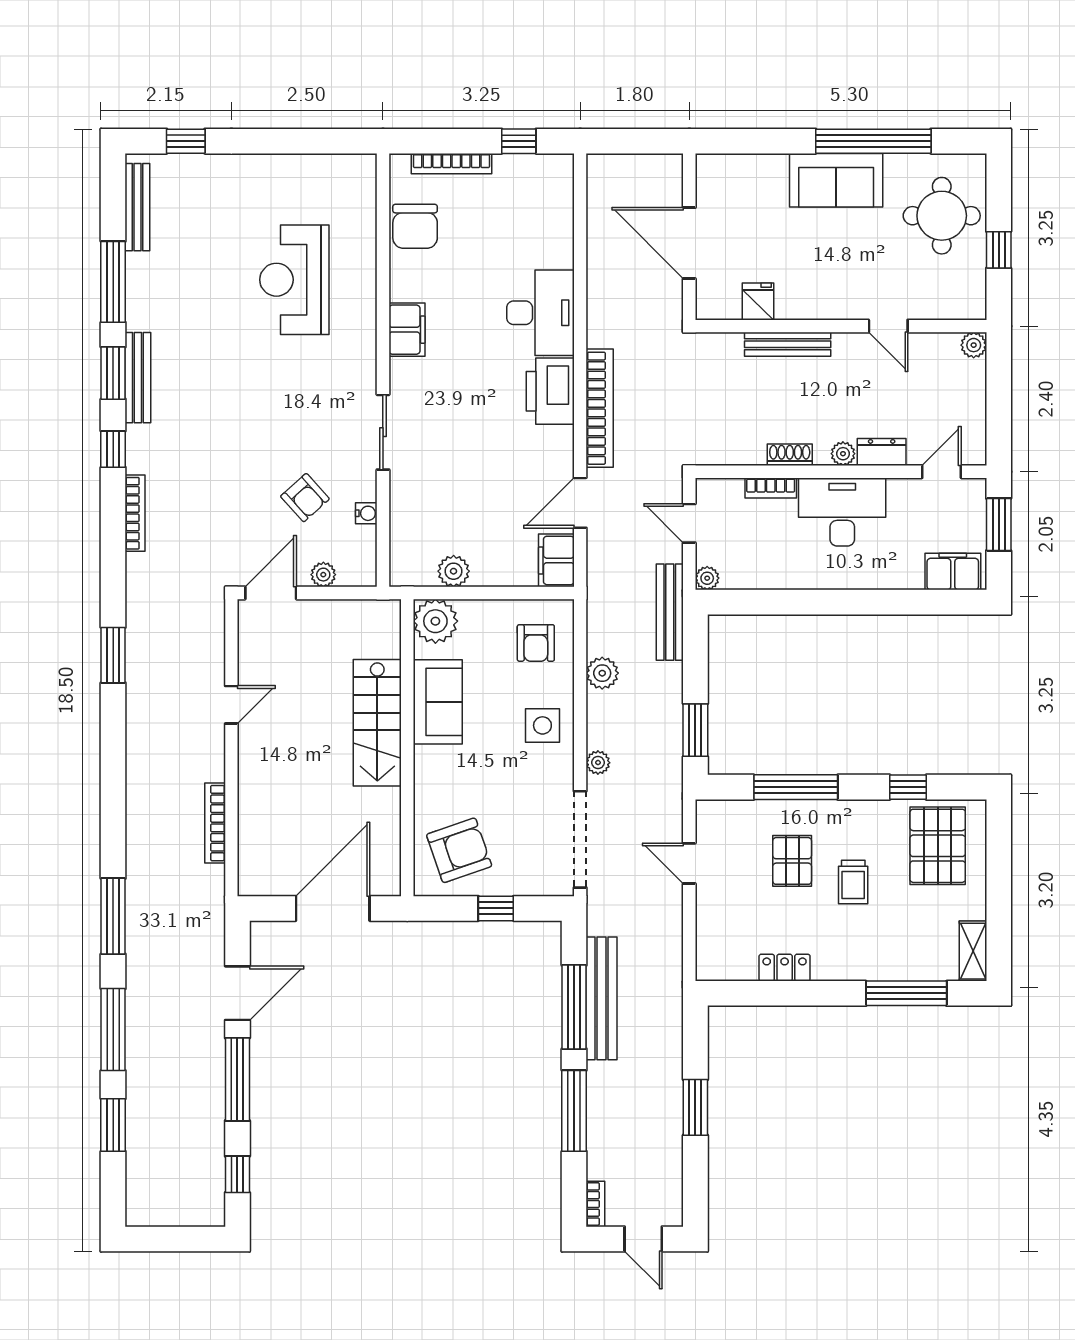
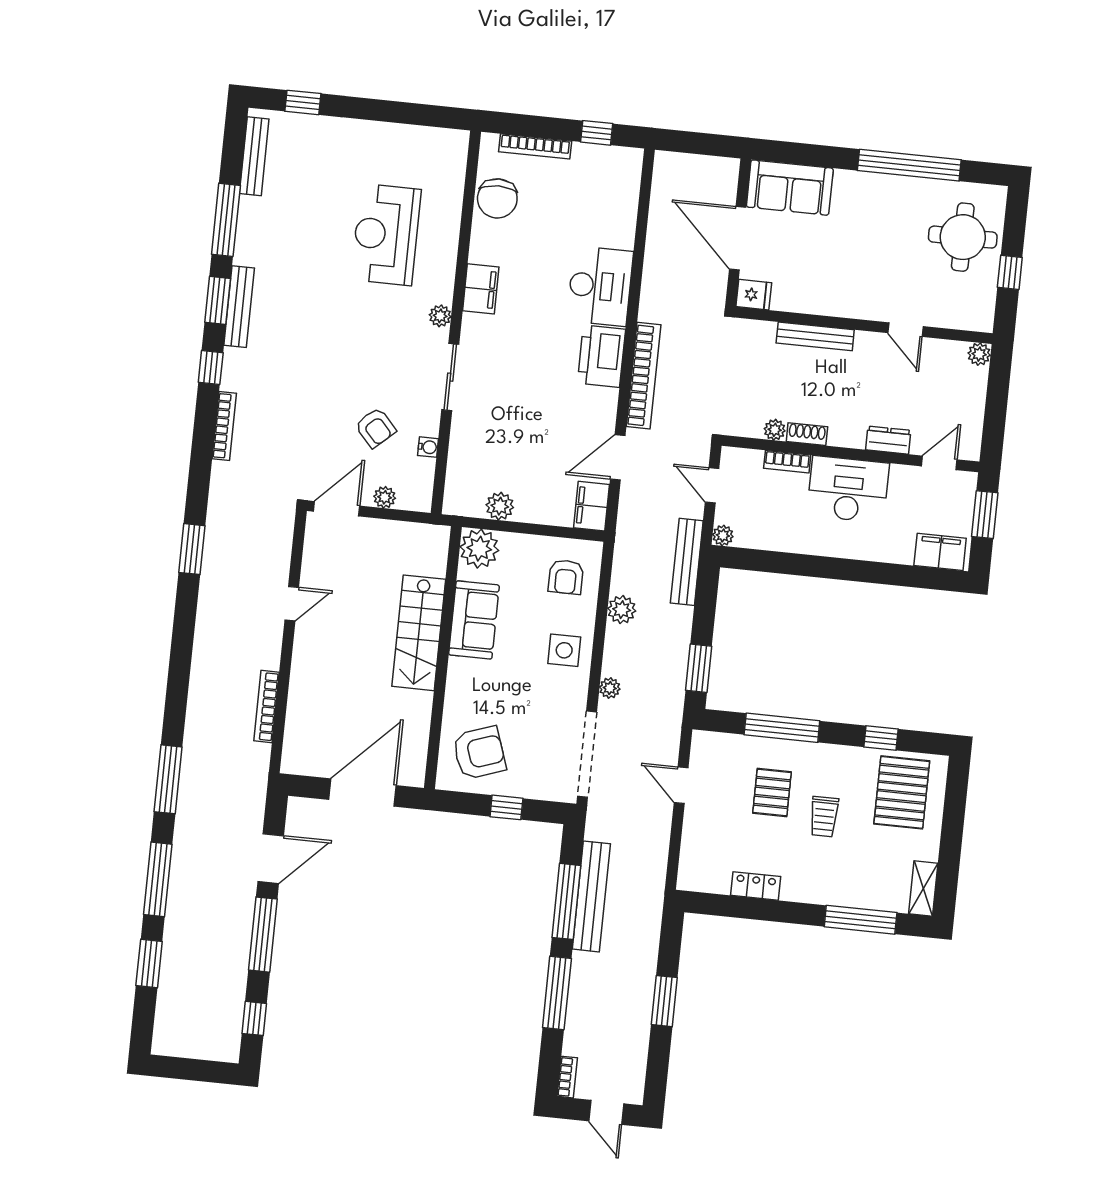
sofa: (836, 180) -> (790, 188), moved
fridge: (758, 302) -> (754, 295), moved, turned 90
plant: (365, 365) -> (440, 316), added
plant: (843, 454) -> (775, 430), moved

